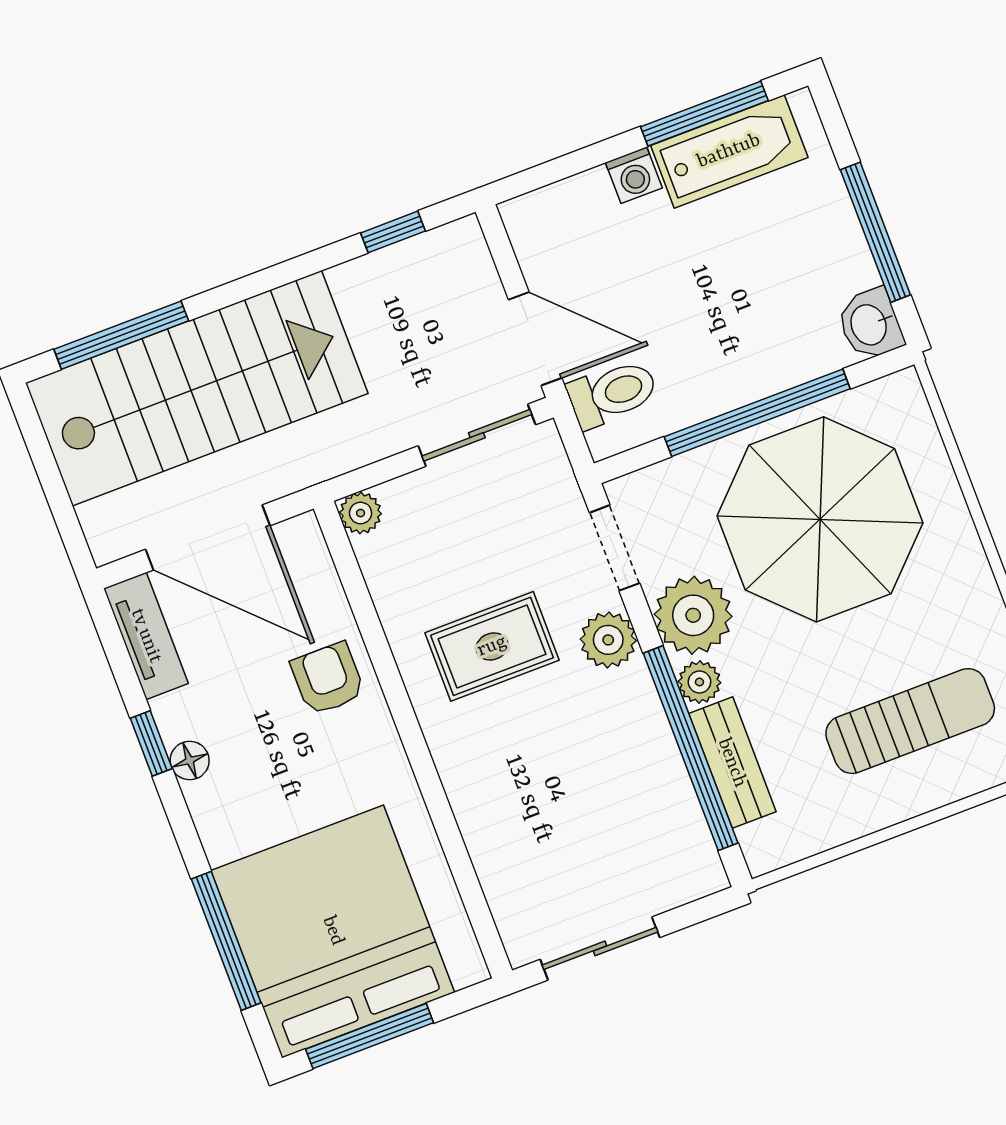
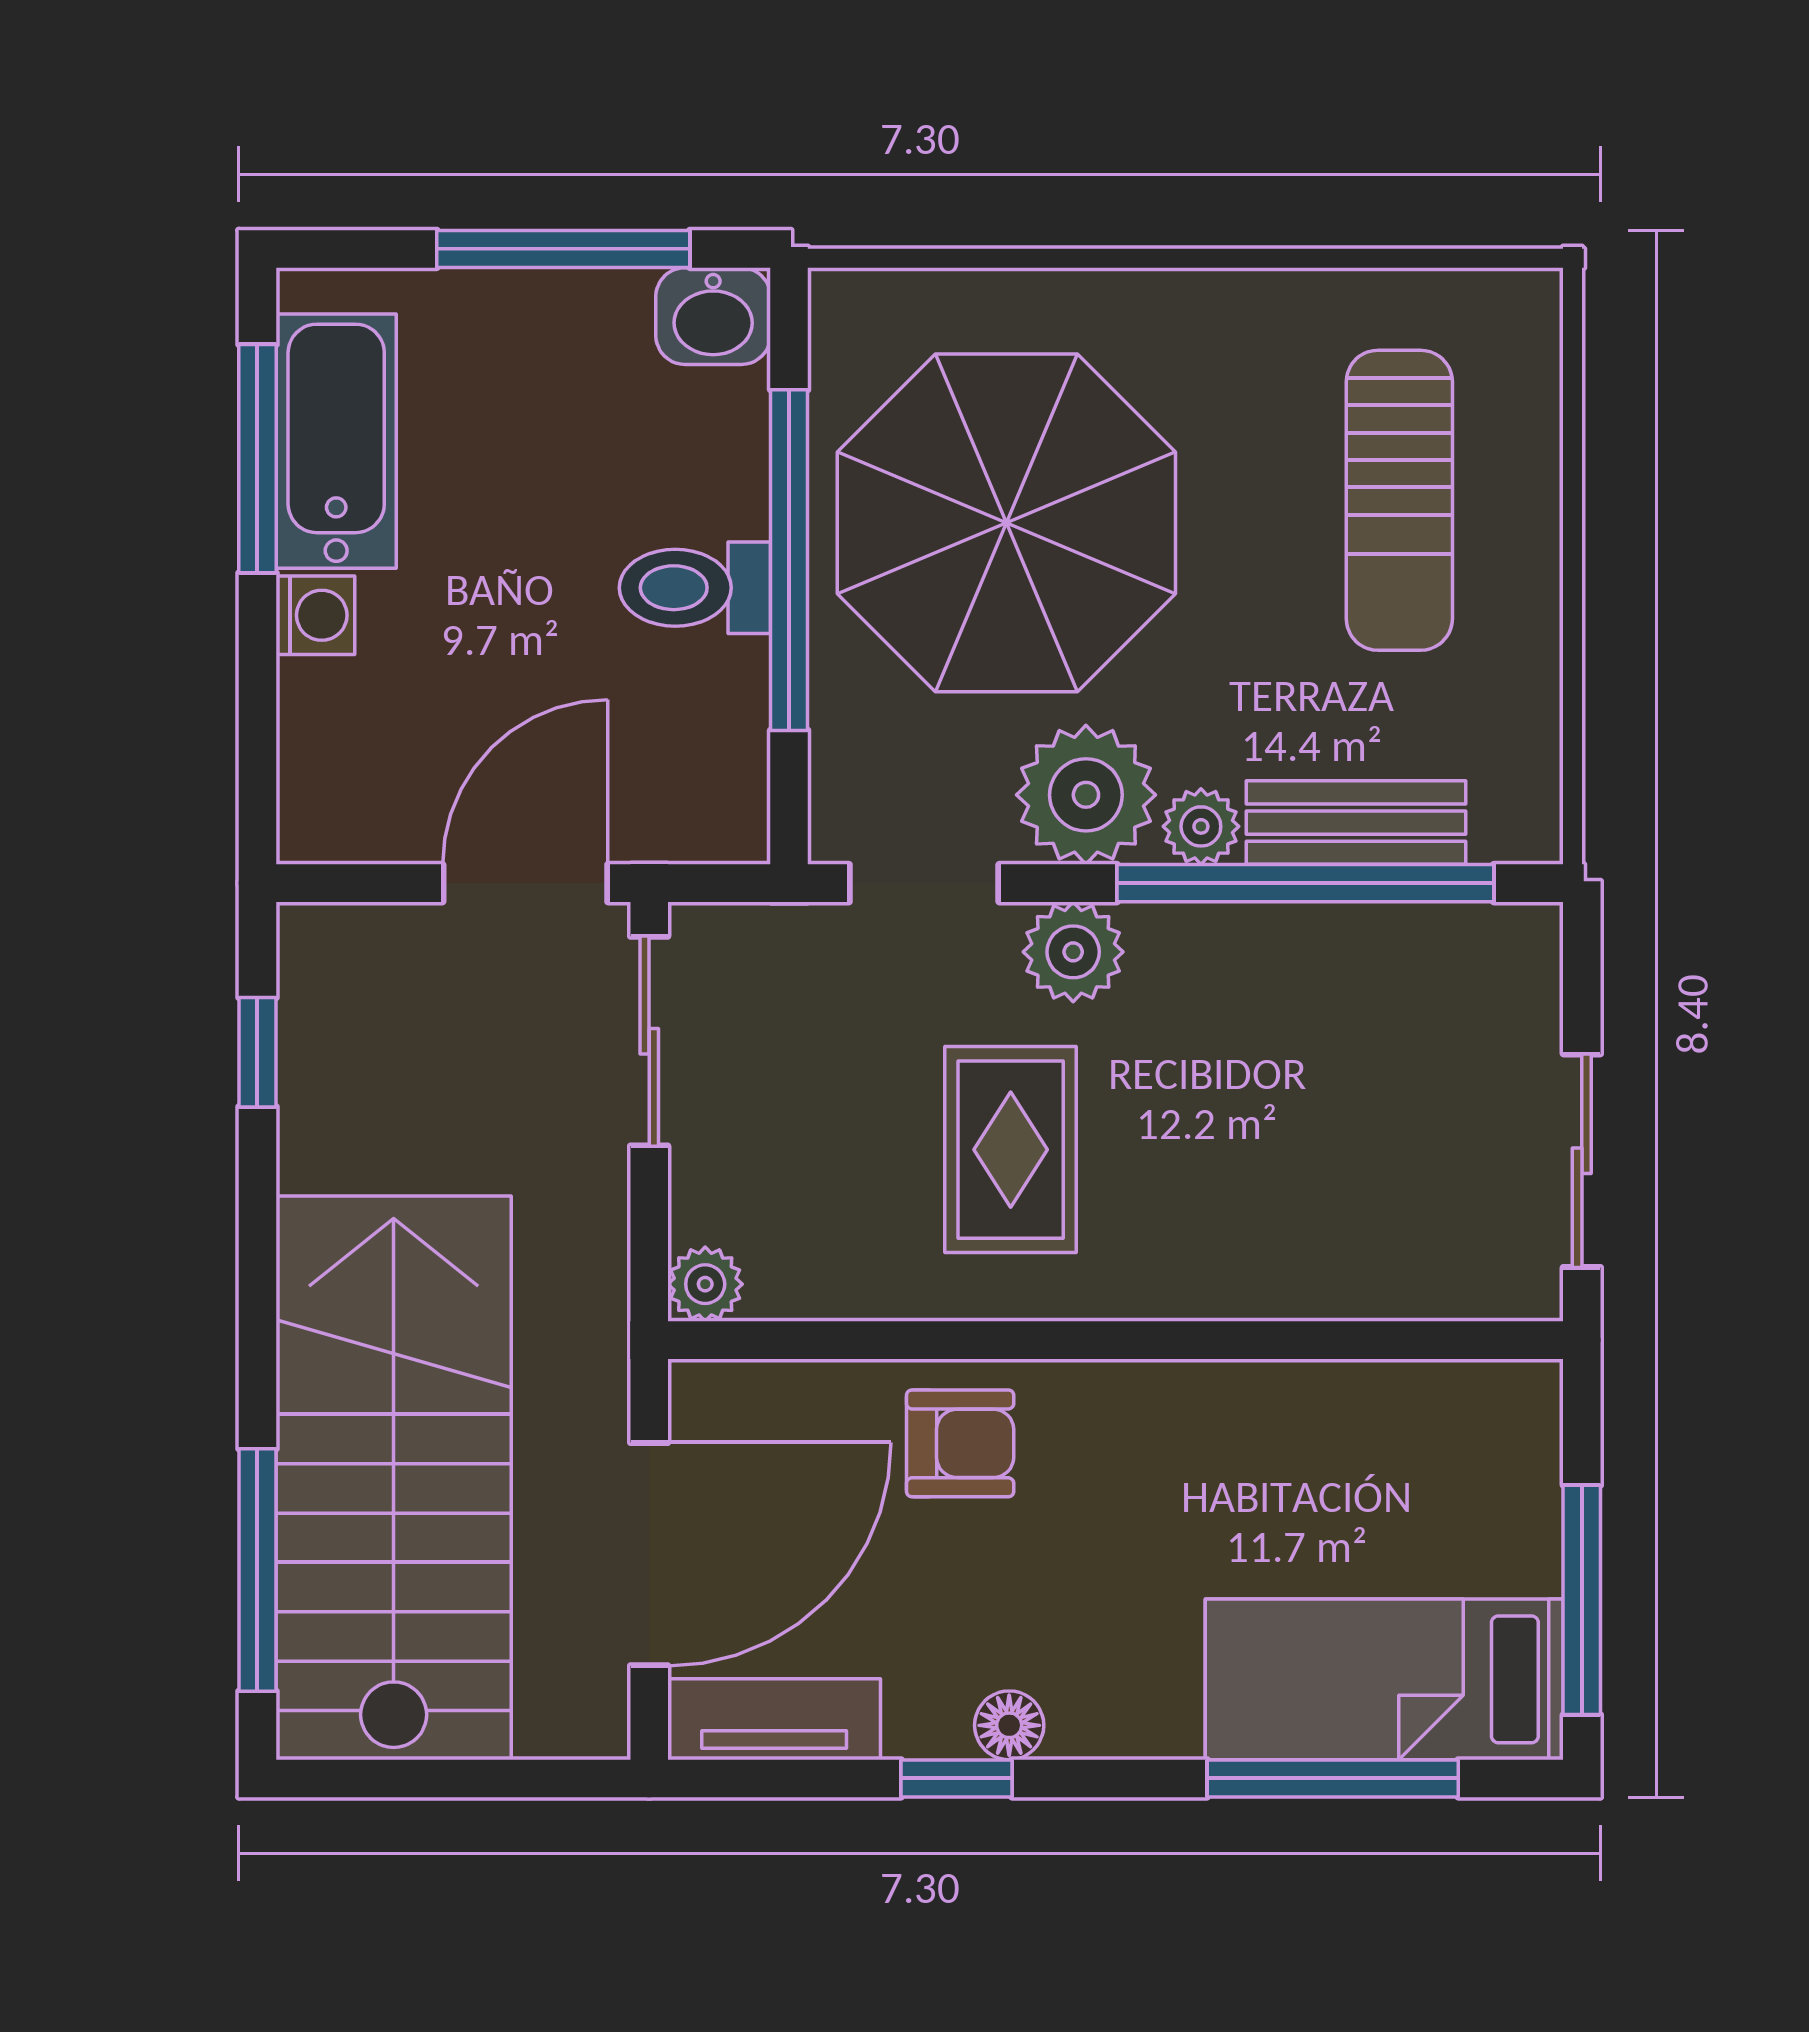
toilet: (612, 393) -> (695, 588), moved, turned -90
armchair: (328, 679) -> (960, 1443), turned 180
sun lounger: (910, 721) -> (1399, 500), turned 180
bed: (333, 931) -> (1384, 1679), width x0.49

